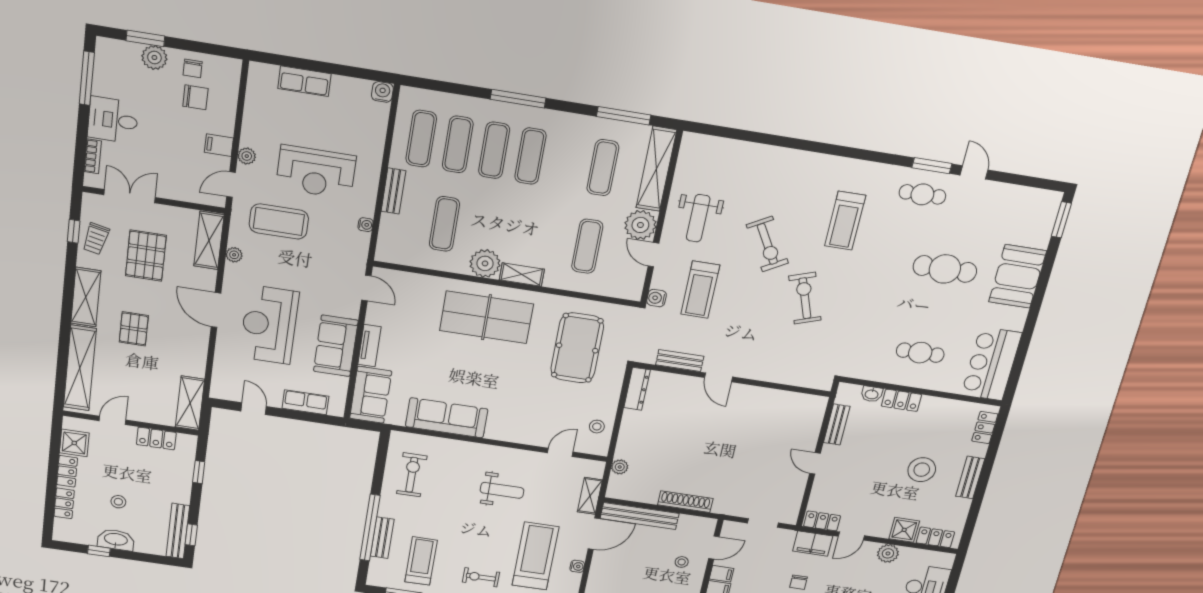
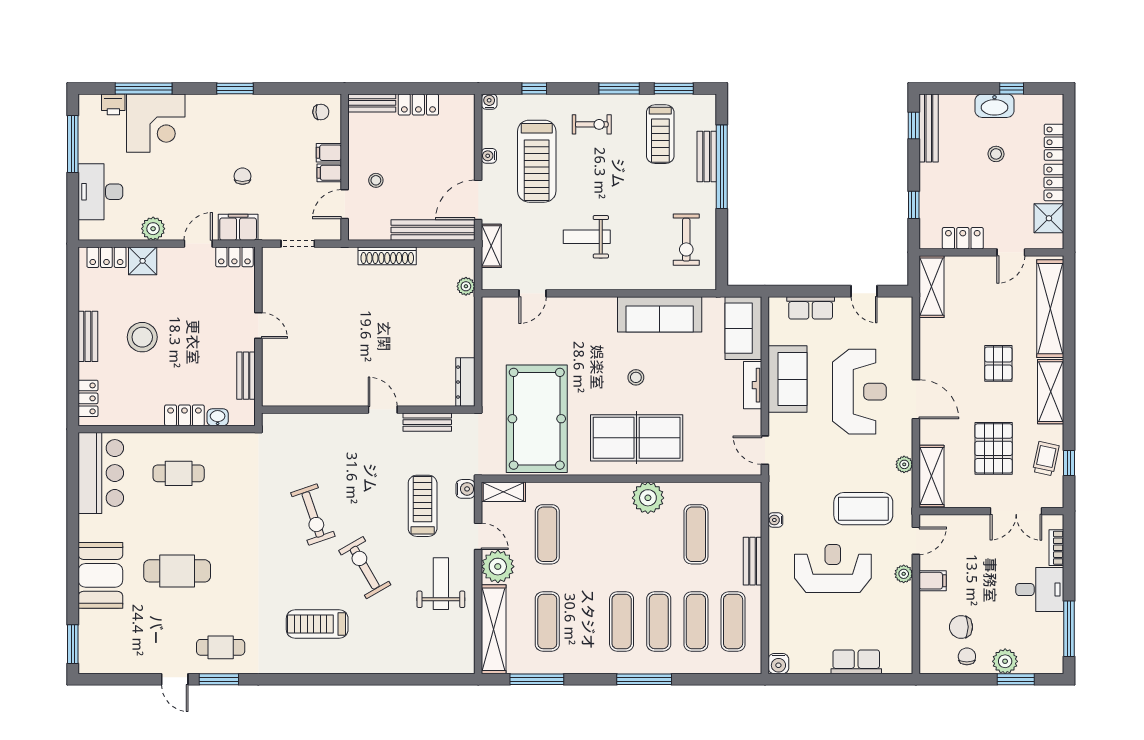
treadmill: (845, 221) -> (317, 624), moved, turned -90
shelving: (522, 275) -> (503, 492), moved
pool table: (577, 348) -> (537, 419), width x1.36, depth x1.32
stool: (597, 427) -> (636, 377), moved

